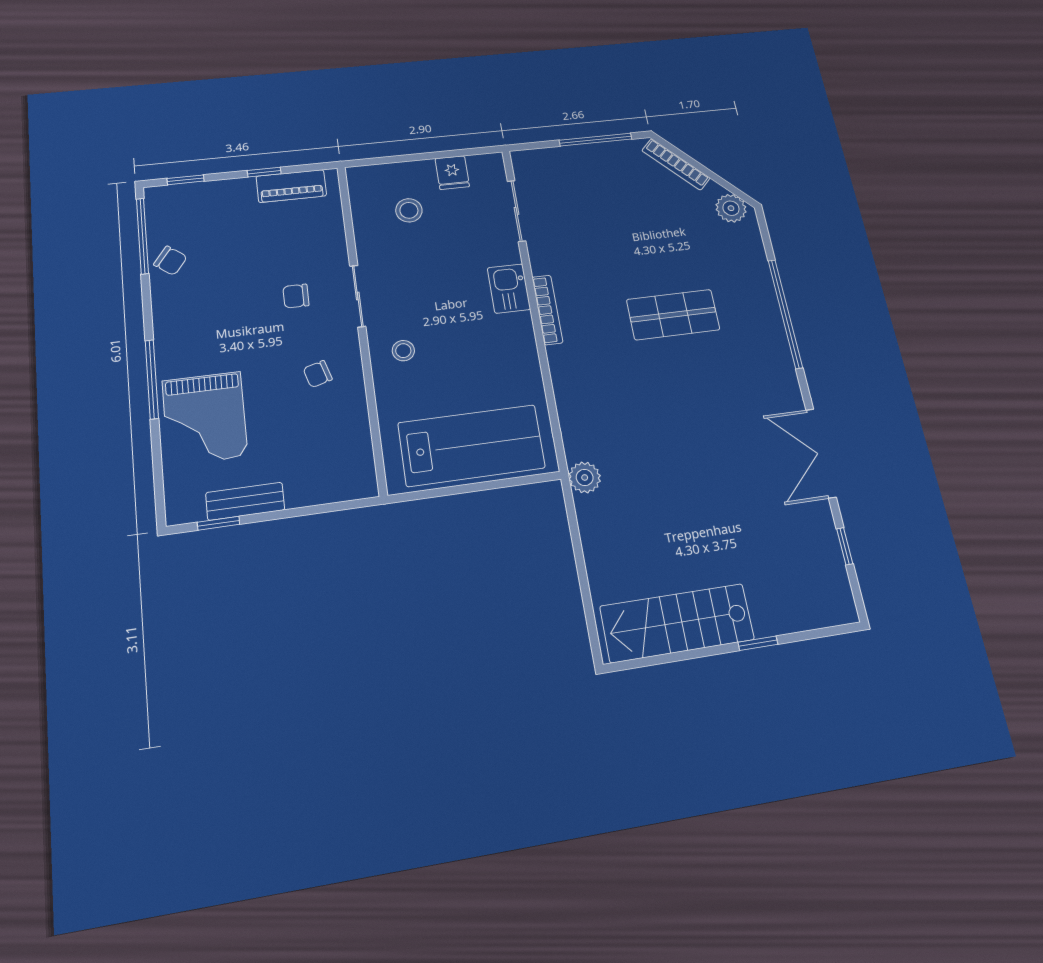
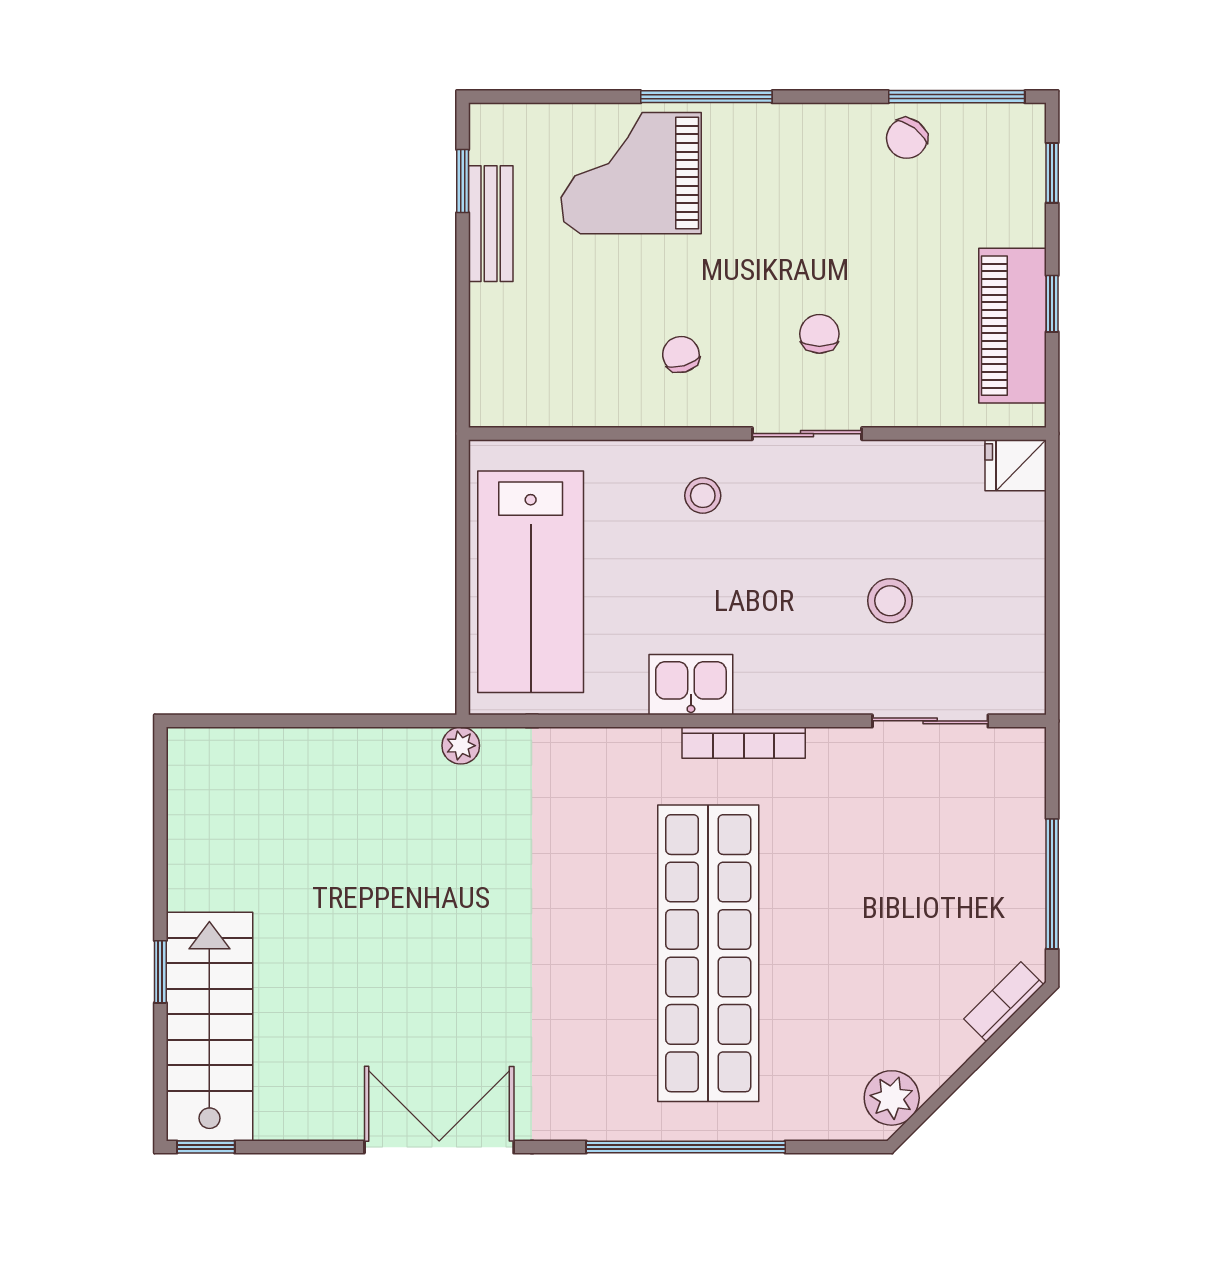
bookcase: (676, 164) -> (1004, 1002), width x0.64
fridge: (452, 173) -> (1016, 465), moved
piano: (291, 186) -> (1013, 326), width x1.37, depth x1.33
stool: (409, 210) -> (890, 601), moved
kitchen sink: (509, 289) -> (691, 685), moved
shop shelf: (673, 315) -> (708, 953), width x2.00, depth x1.36
plant: (585, 477) -> (461, 746), width x0.73, depth x0.73
window: (845, 546) -> (206, 1147), moved
stairs: (677, 623) -> (209, 1027), moved

